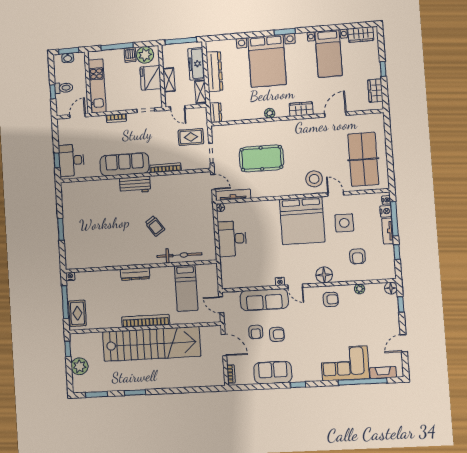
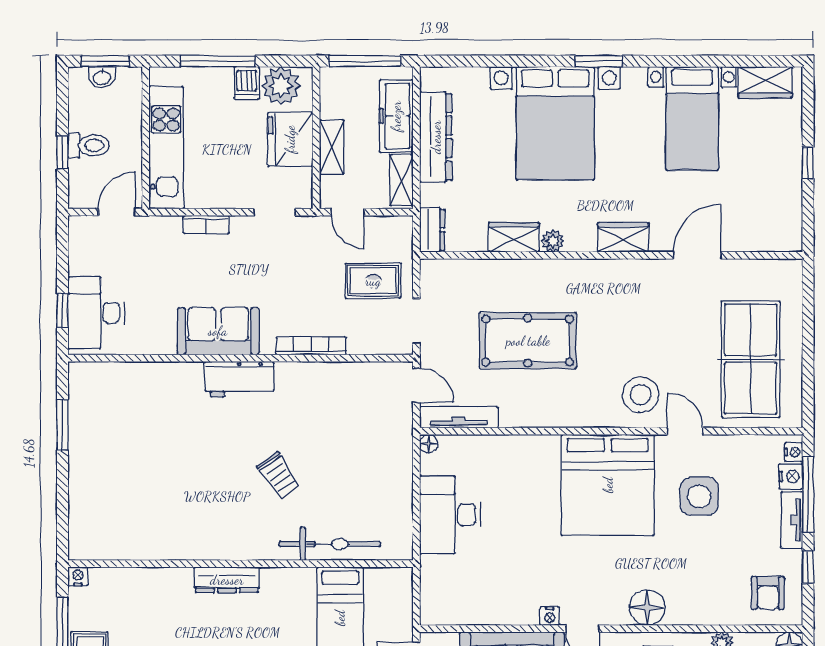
wardrobe: (375, 91) -> (514, 237), moved, turned 90
sofa: (125, 164) -> (218, 331), width x0.73
window: (61, 229) -> (62, 425), moved
armchair: (357, 256) -> (768, 593), moved

